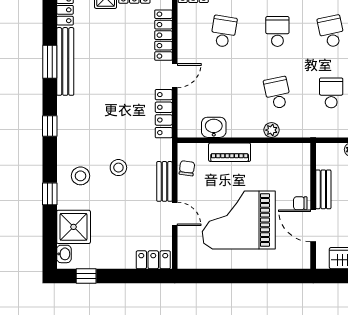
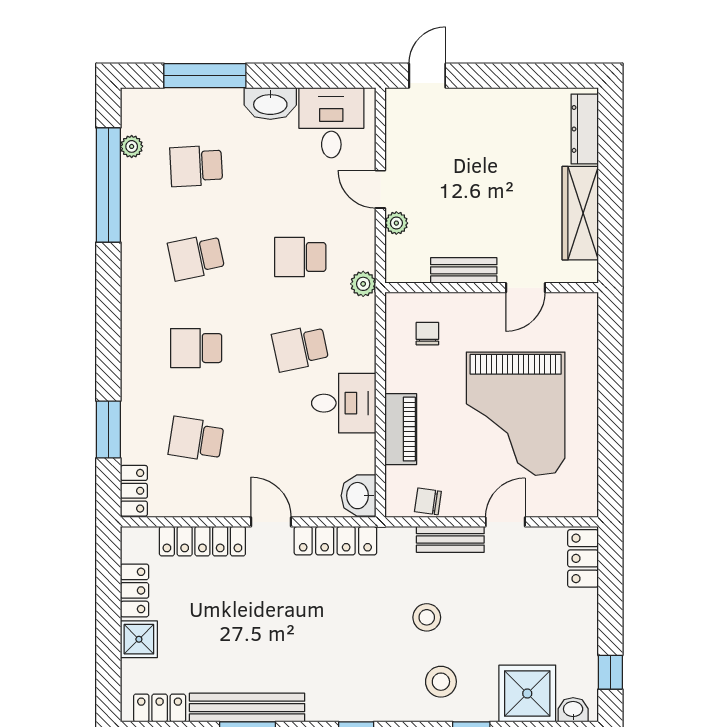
desk: (245, 119) -> (344, 403), added
washbasin: (214, 127) -> (359, 496), moved
plant: (271, 130) -> (363, 284), moved
chair: (300, 203) -> (427, 334), moved, turned 180
door: (313, 226) -> (526, 288), width x0.73

